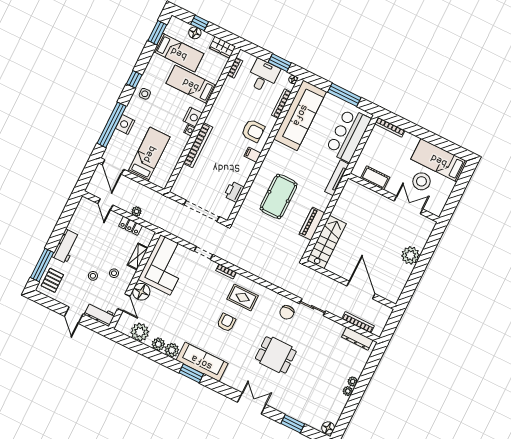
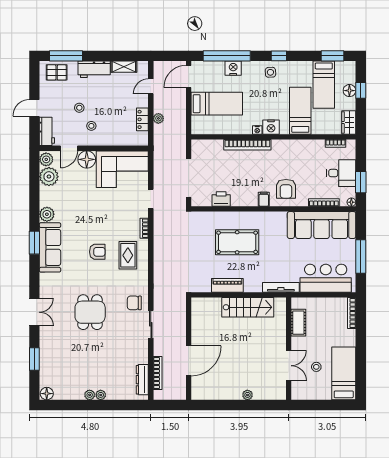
stool: (421, 181) -> (316, 367), width x0.53, depth x0.53
stairs: (327, 242) -> (248, 307), moved
plant: (410, 255) -> (247, 395), width x0.53, depth x0.53
shelving: (138, 256) -> (124, 67), moved
plant: (158, 344) -> (46, 159), moved

